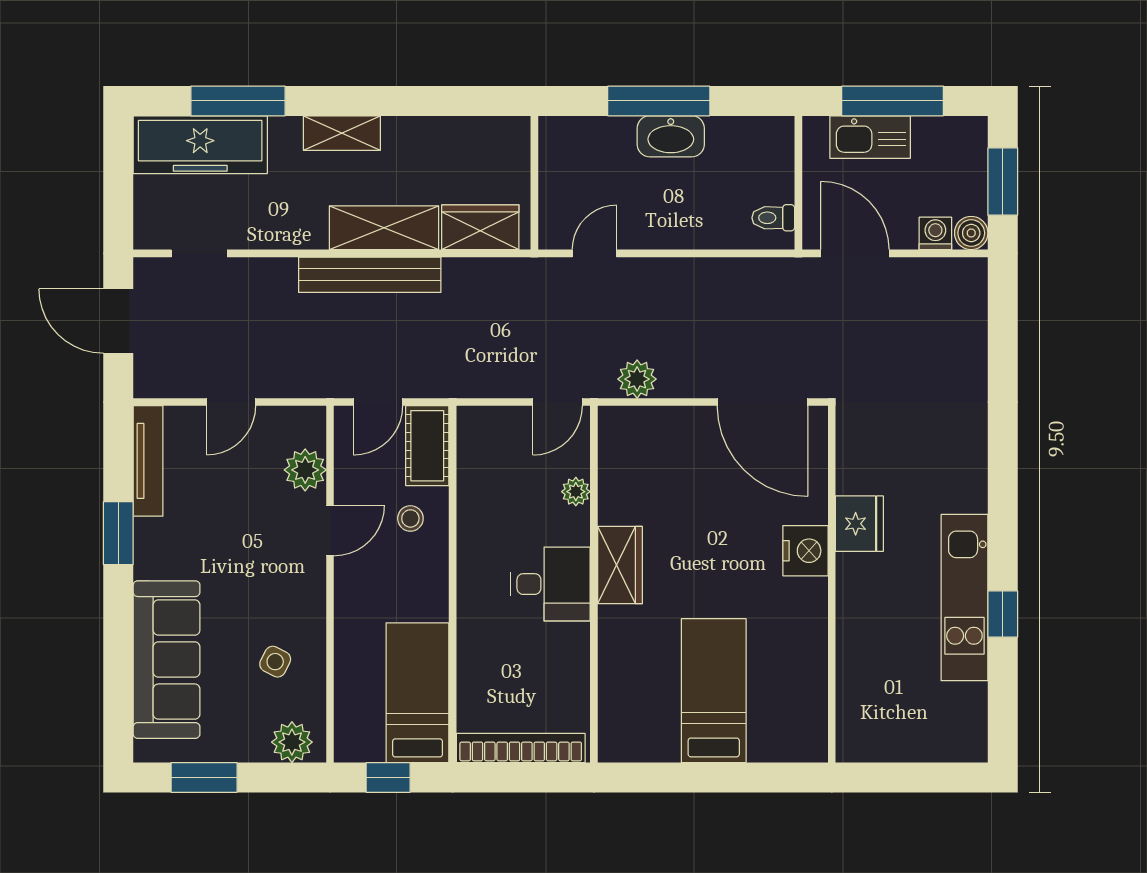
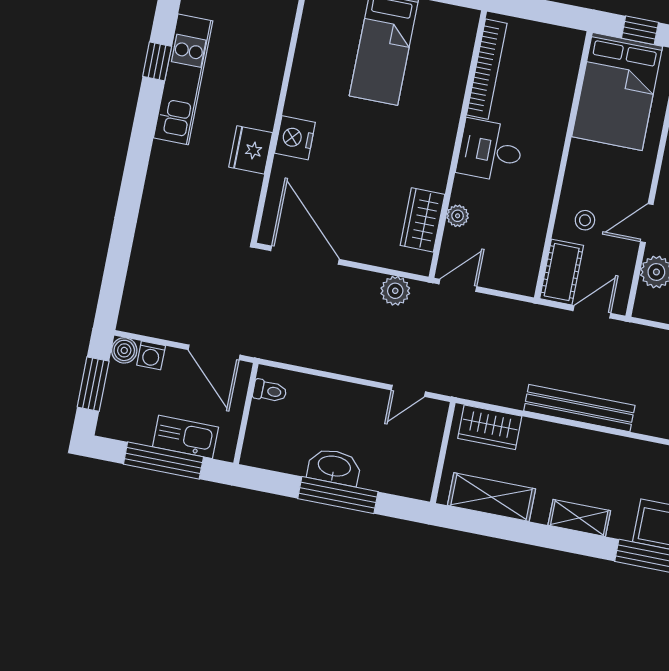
shelving: (384, 228) -> (492, 497), moved
wardrobe: (620, 565) -> (422, 220), moved
bed: (417, 693) -> (617, 91), width x1.50
bookcase: (521, 748) -> (487, 69), moved, turned -90

